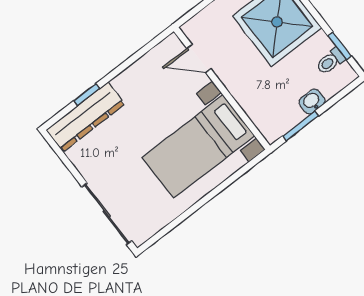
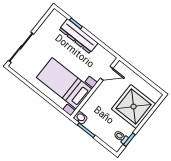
door: (199, 59) -> (107, 73), swing flipped
washbasin: (312, 101) -> (80, 118), moved
dresser: (85, 117) -> (79, 36), moved

